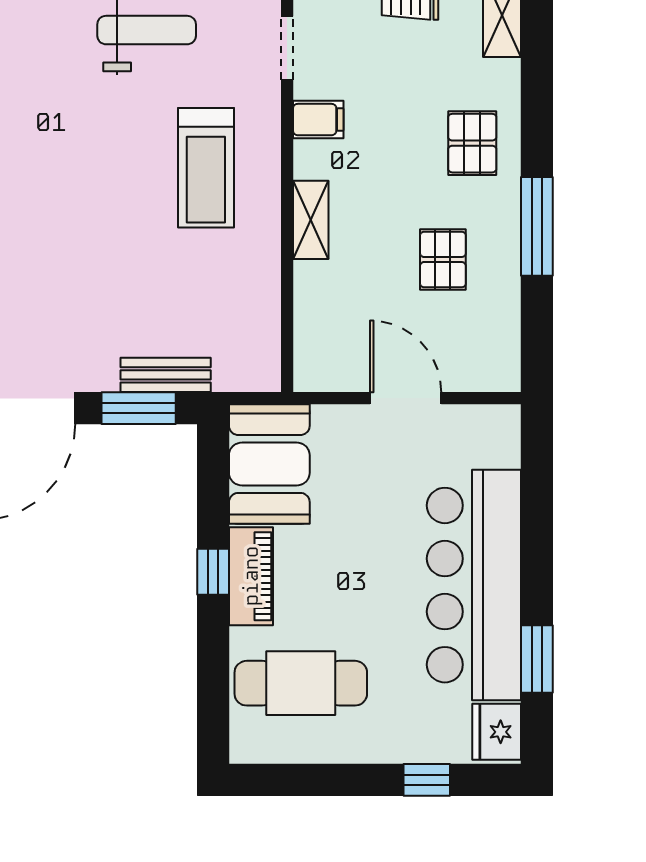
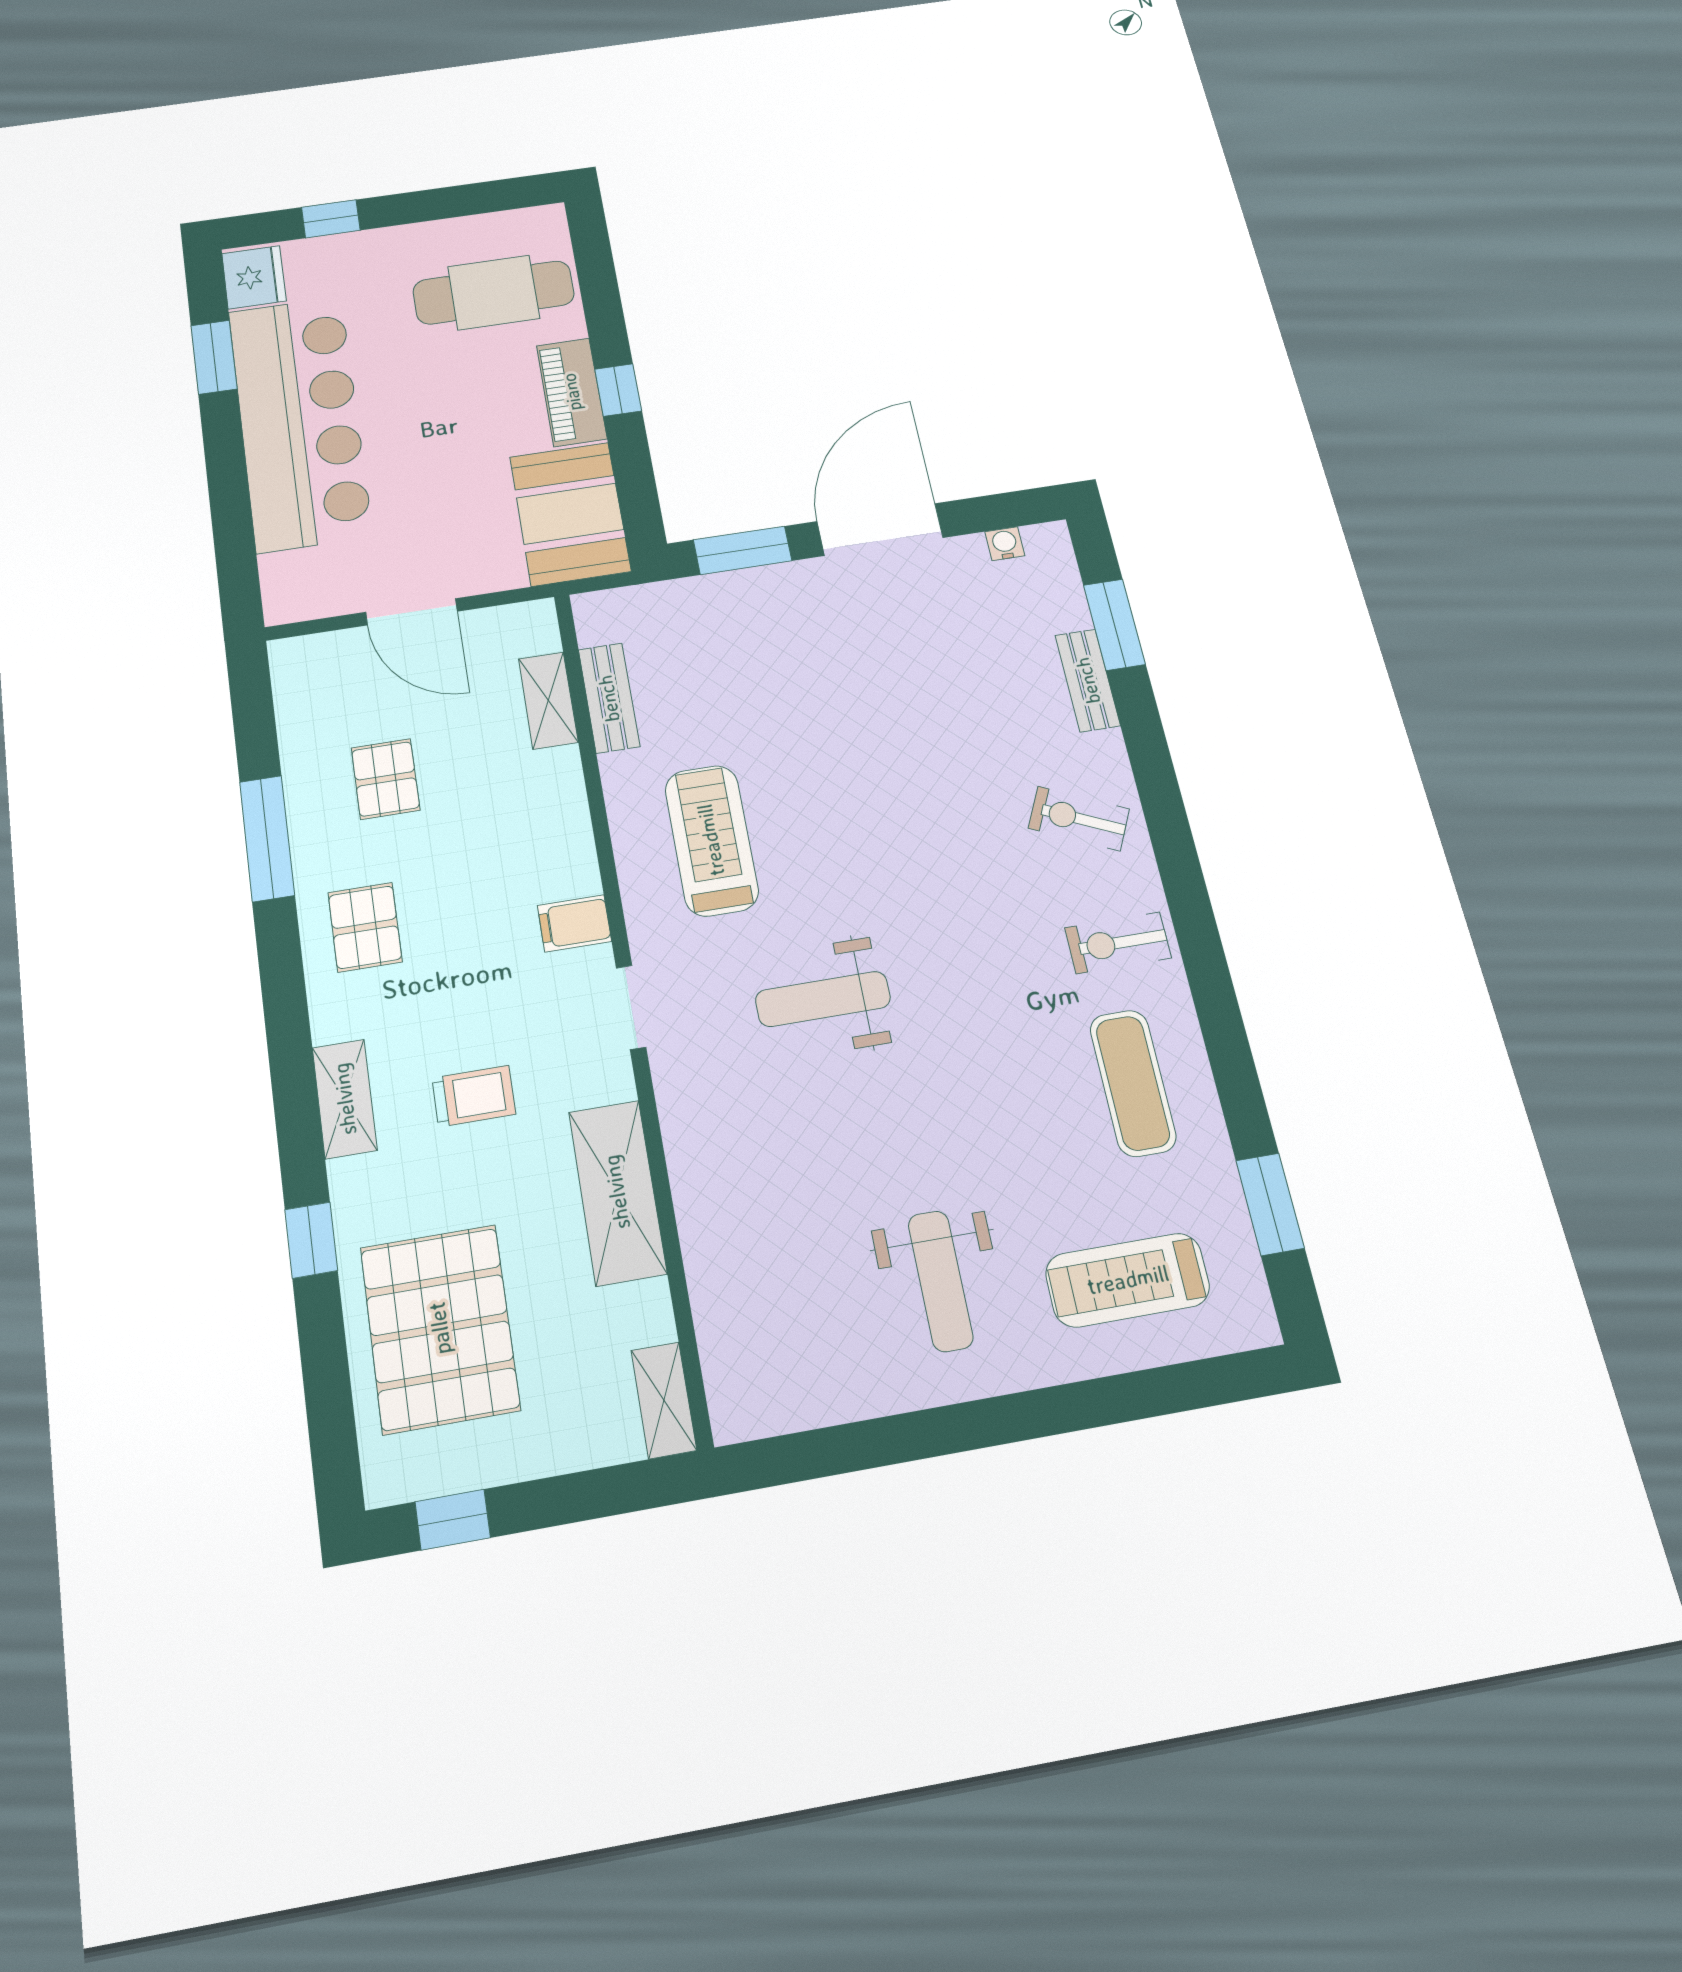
shelving: (311, 220) -> (548, 700), moved
bench: (166, 375) -> (609, 698), moved, turned 90

